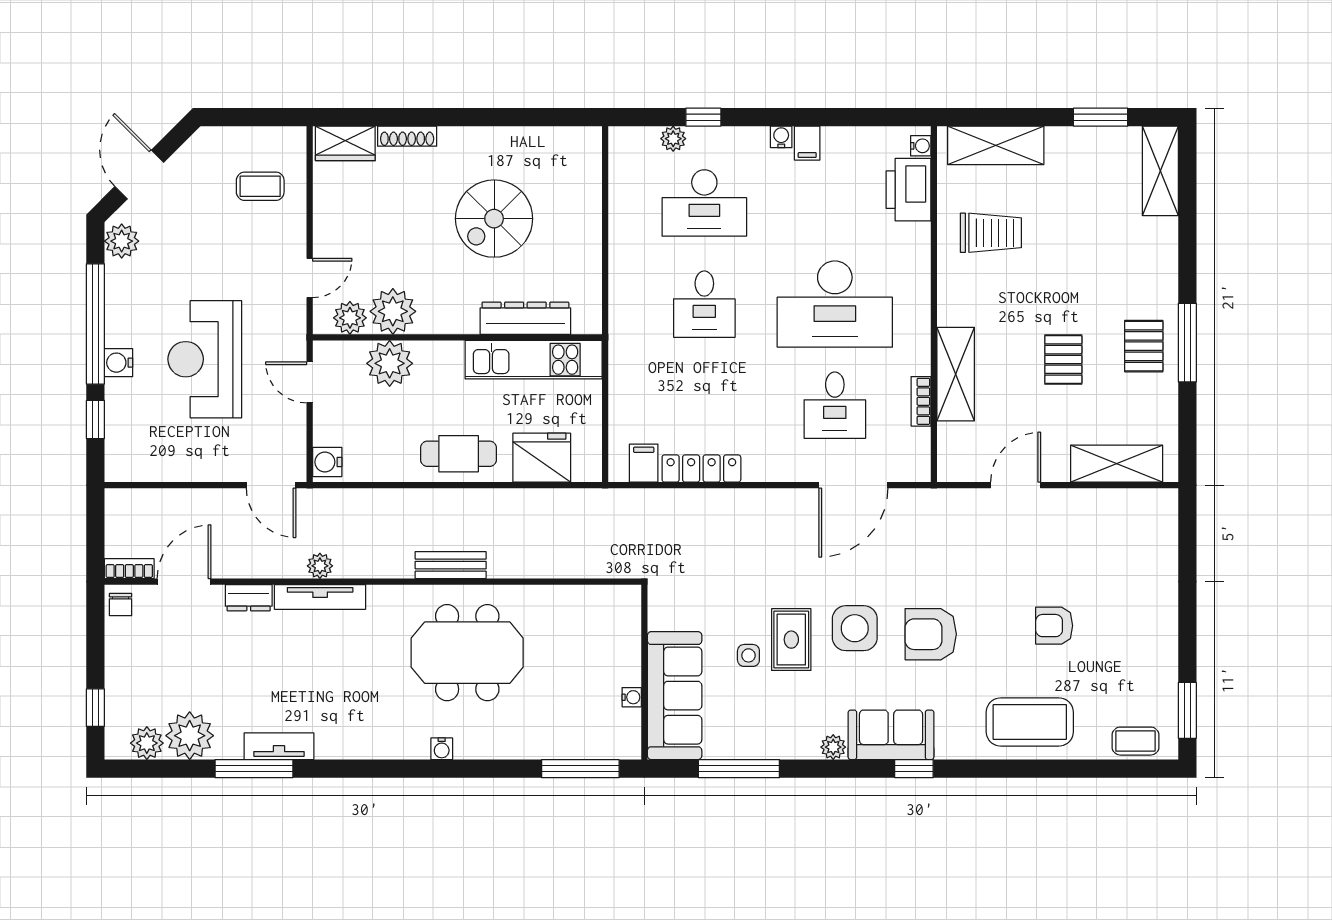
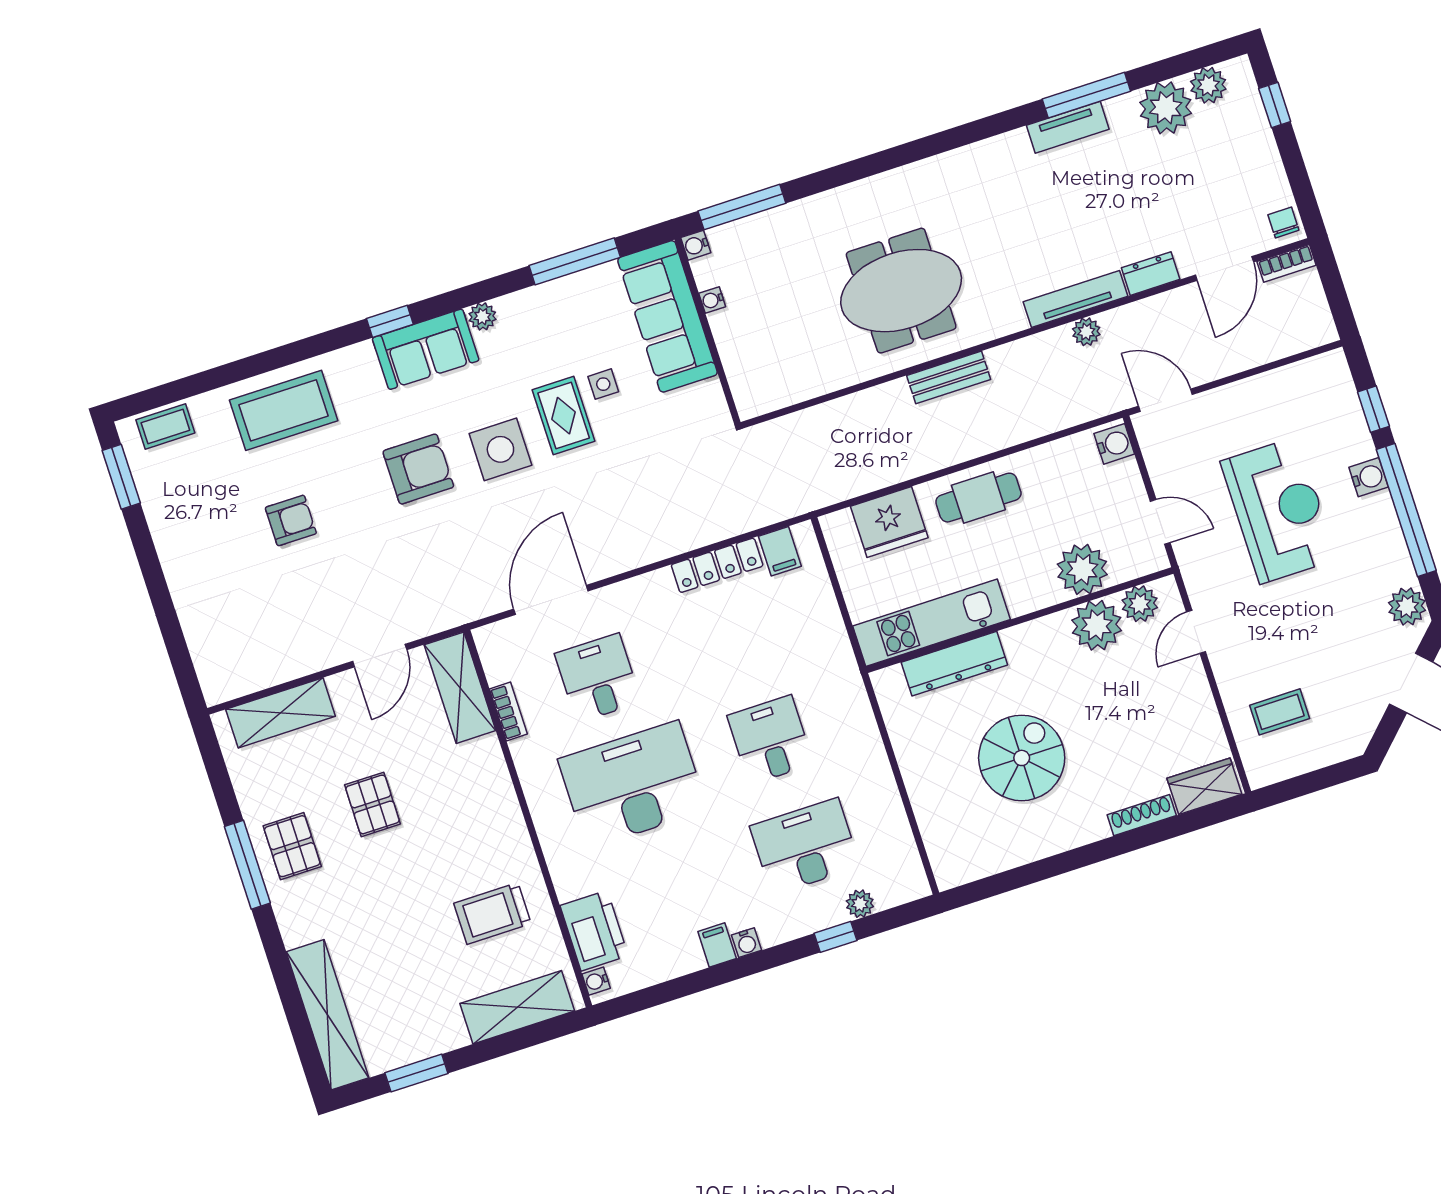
shelving: (1160, 171) -> (328, 1015), width x1.47
shelving: (956, 374) -> (460, 688), moved
water cooler: (442, 749) -> (696, 245), moved, turned -90

